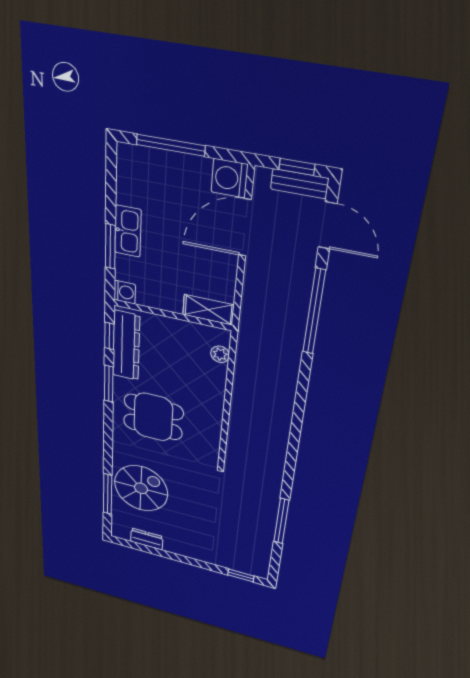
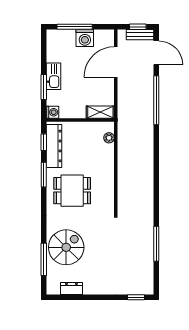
washing machine: (229, 178) -> (85, 38), moved, turned -90

